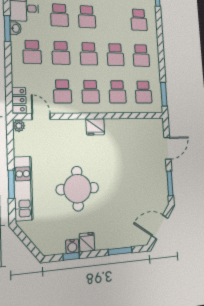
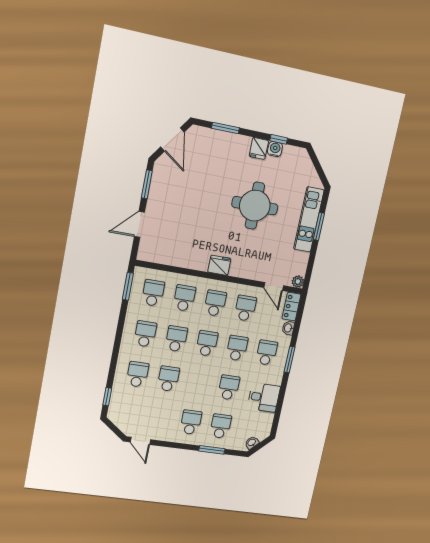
school desk: (87, 17) -> (168, 379), moved
window: (7, 28) -> (289, 360), moved
washbasin: (15, 28) -> (288, 328), moved
door: (160, 227) -> (172, 140), hinge flipped

